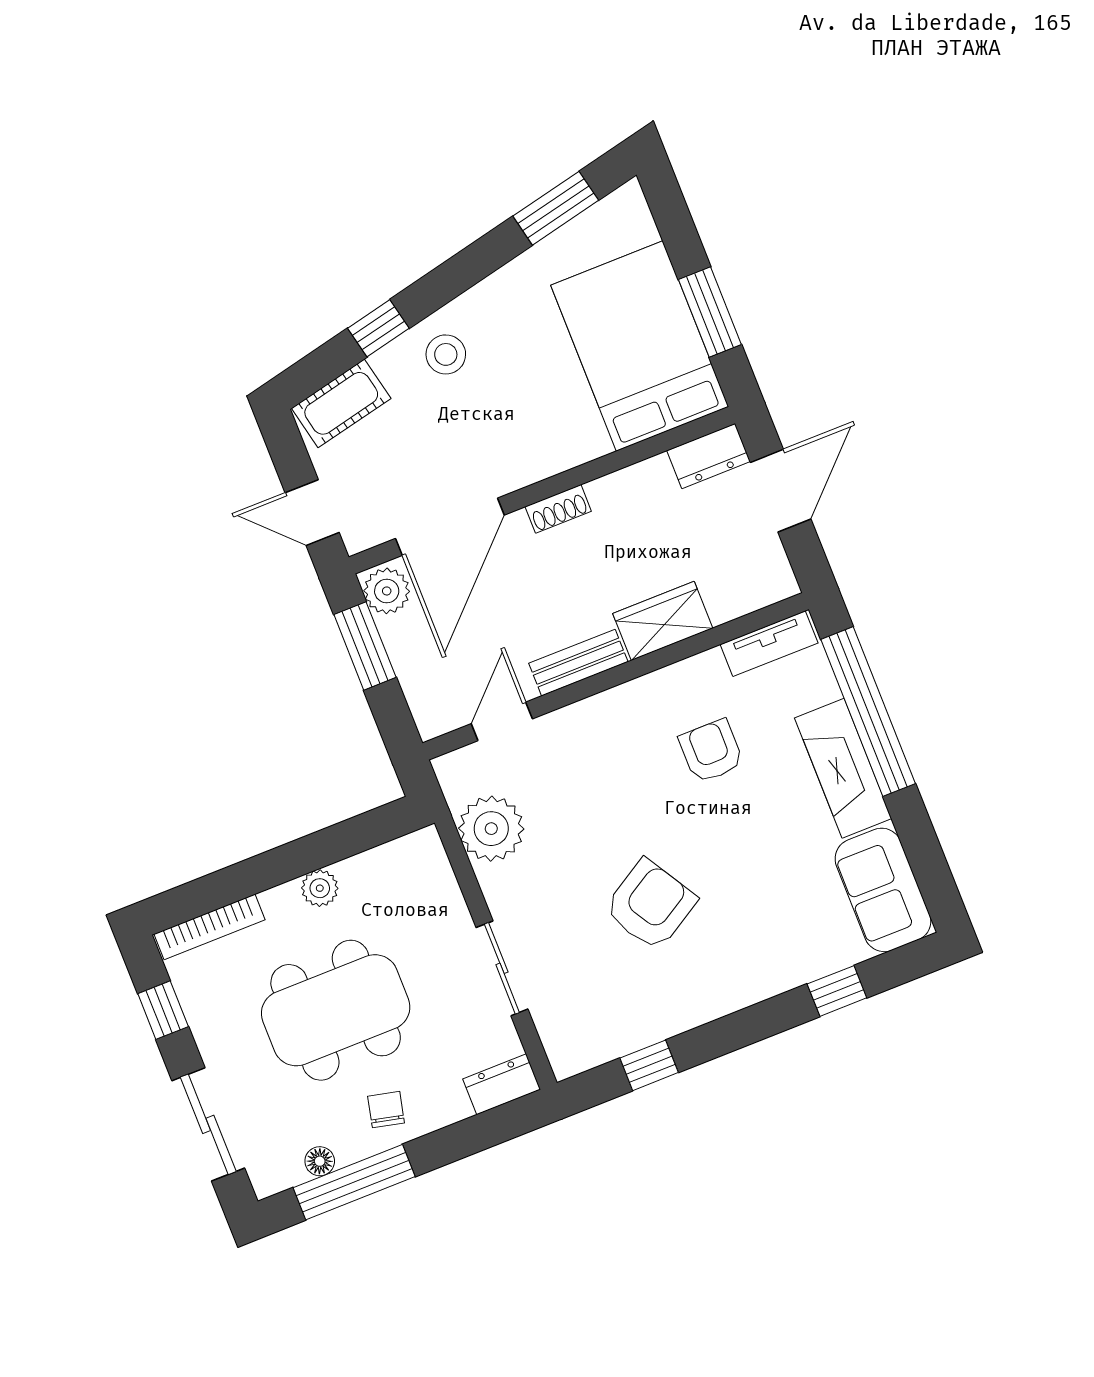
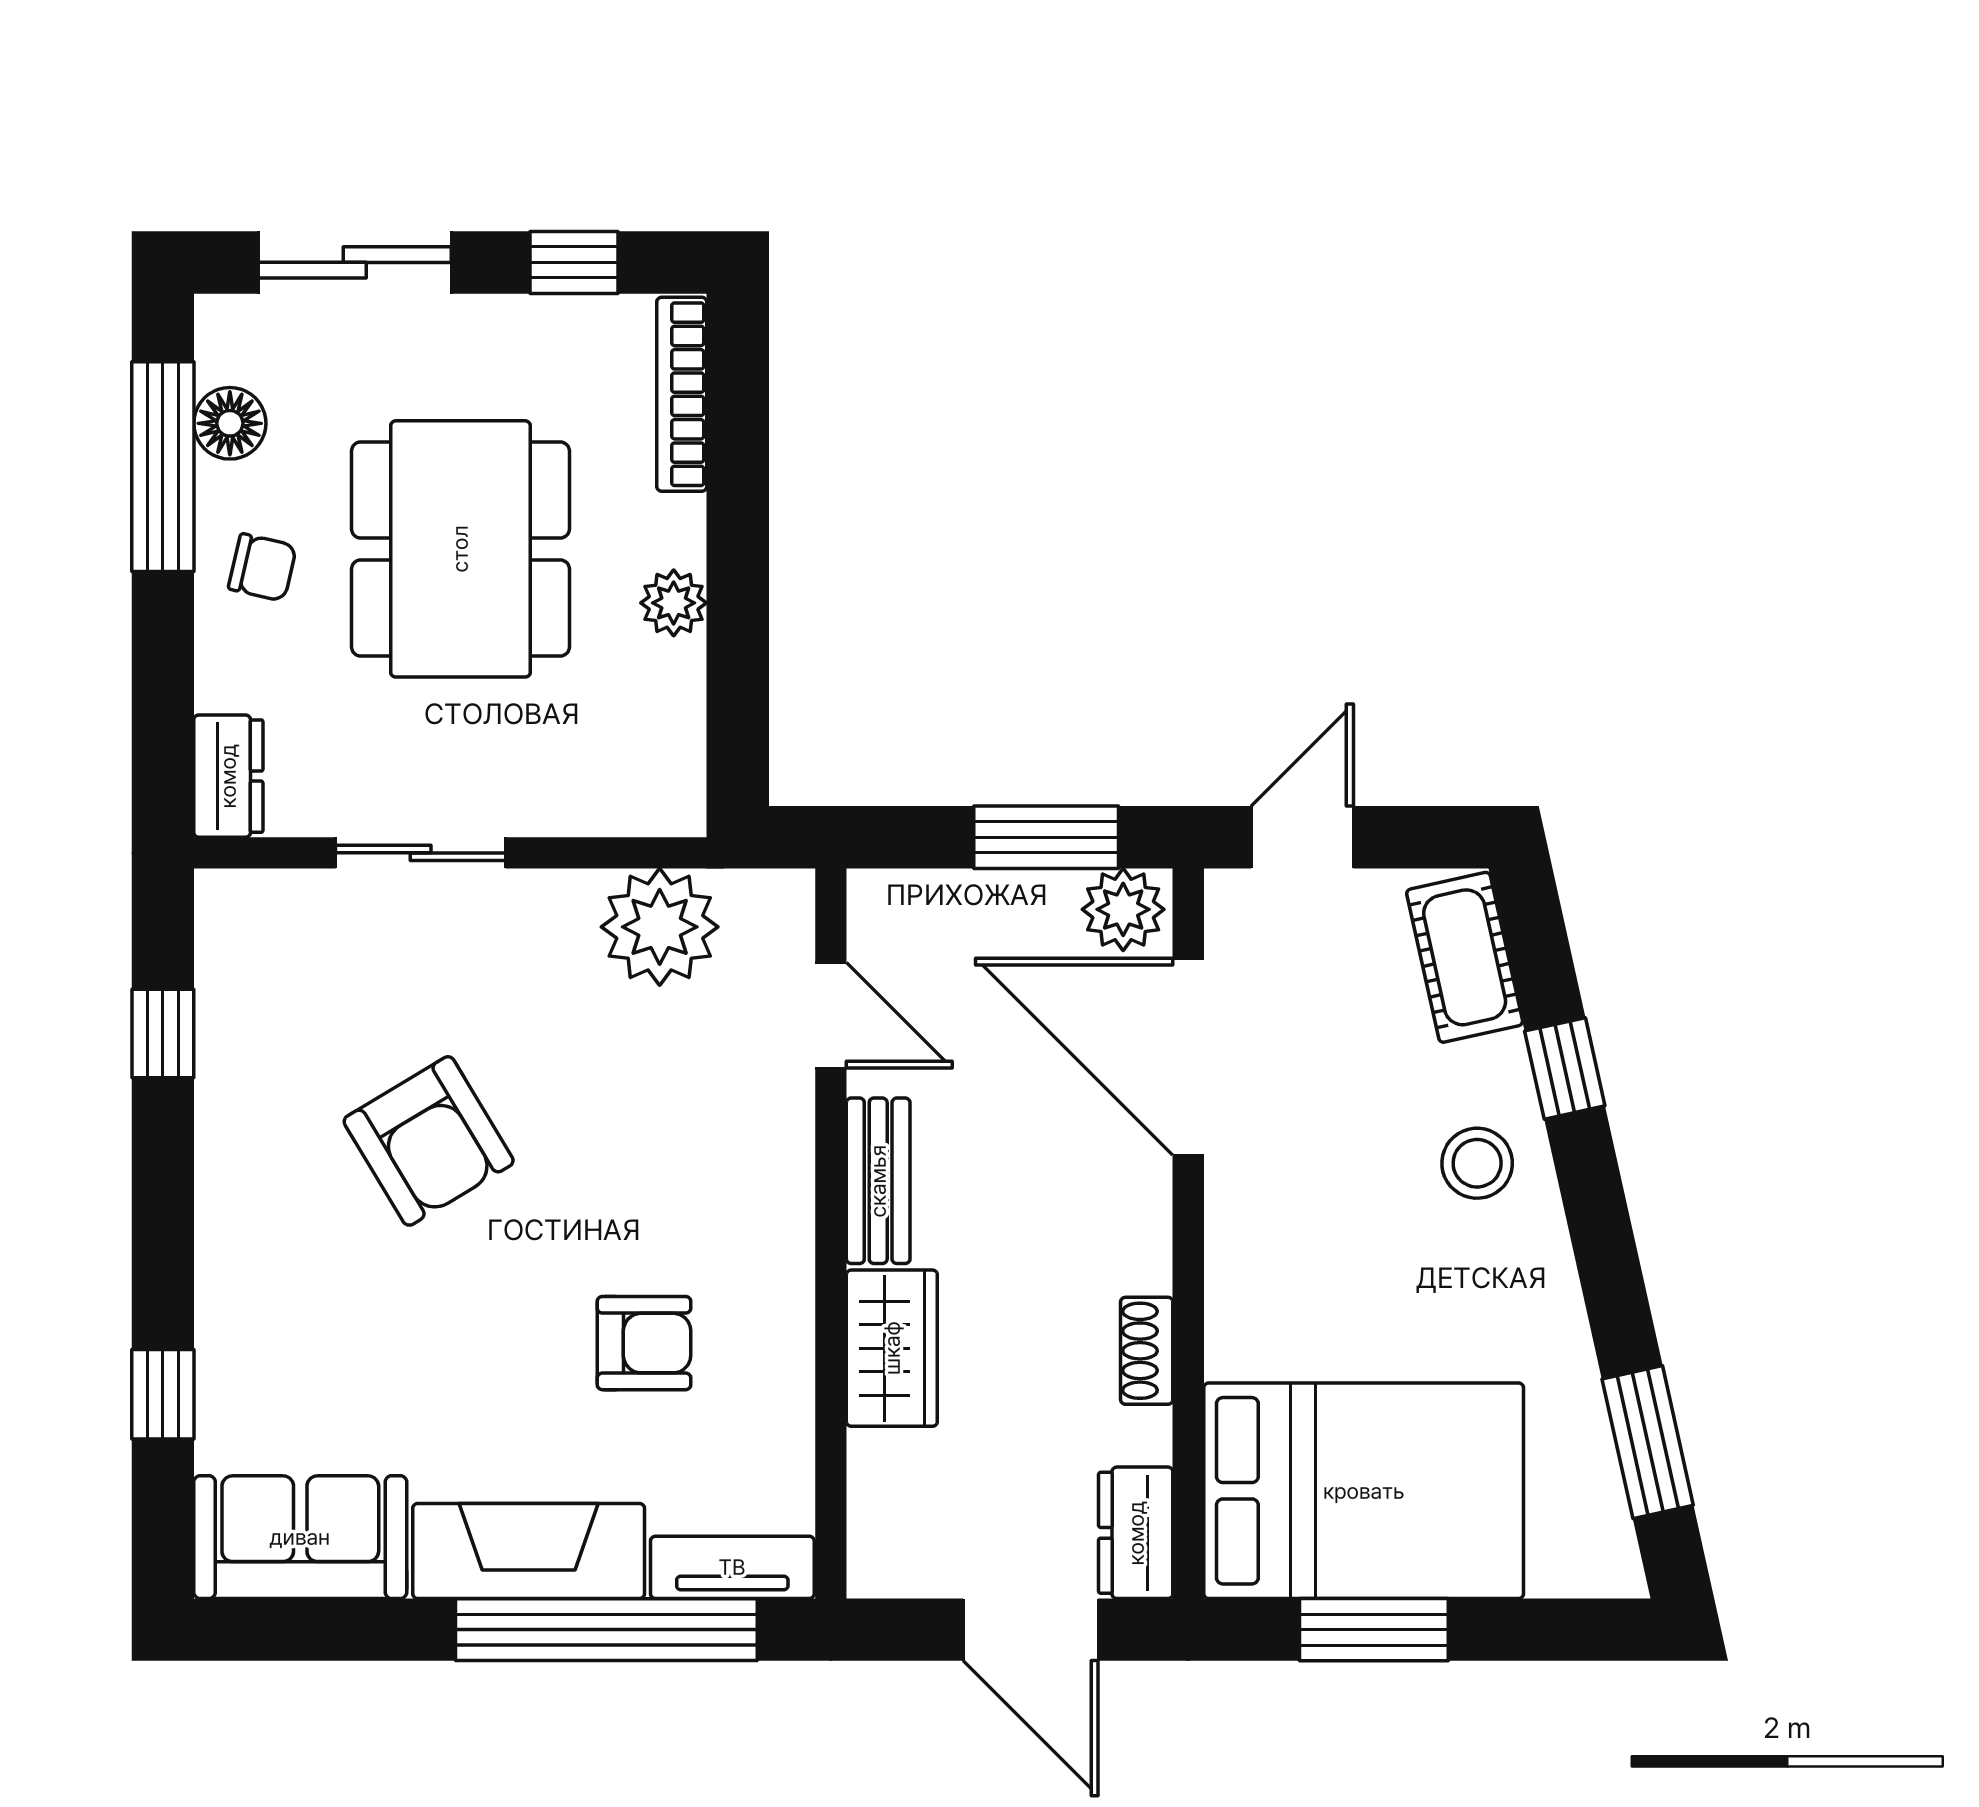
shoe rack: (558, 509) -> (1147, 1351), moved
tv unit: (769, 644) -> (732, 1567), moved, turned 90
floor lamp: (320, 1161) -> (230, 423), width x1.37, depth x1.37

